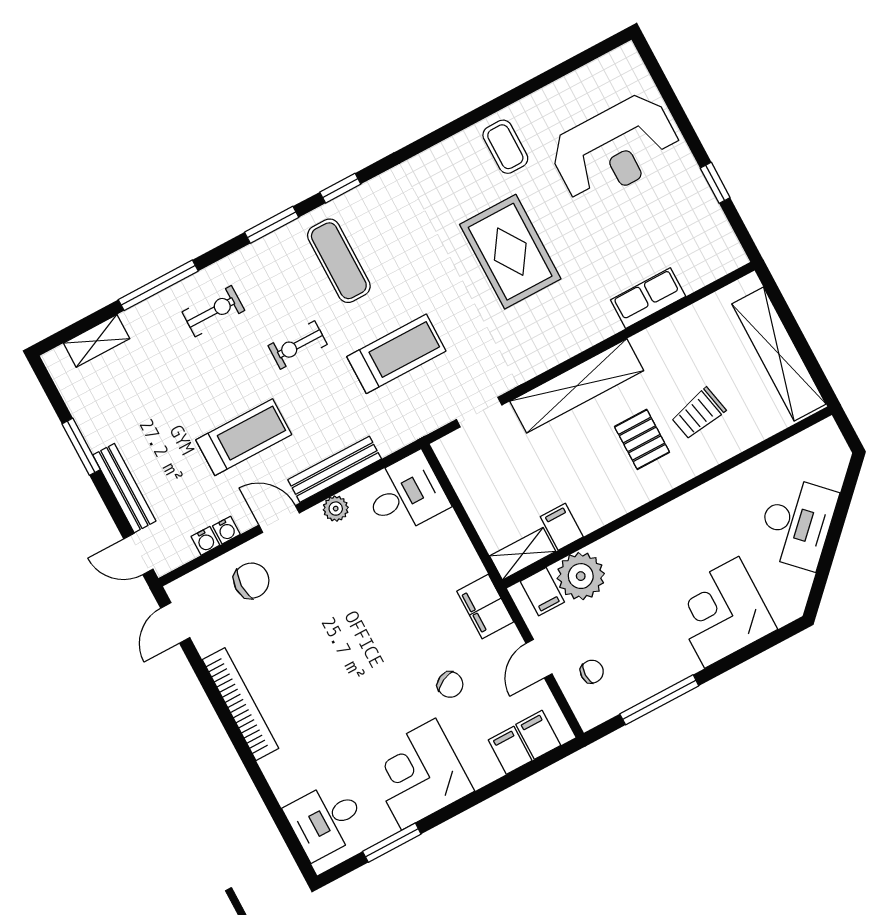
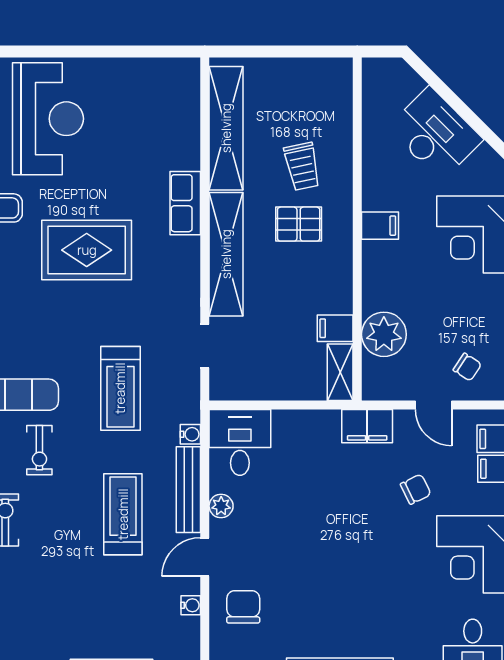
window: (715, 183) -> (120, 51), removed
row of seats: (648, 298) -> (185, 203), moved
exercise bike: (298, 345) -> (39, 450), moved
treadmill: (396, 354) -> (120, 388), turned 180
shelving: (779, 354) -> (226, 128), moved, turned 90
treadmill: (244, 437) -> (123, 514), moved
water cooler: (205, 541) -> (190, 434), moved
filing cabinet: (542, 592) -> (380, 226), moved
chair: (592, 672) -> (467, 367), turned 123

